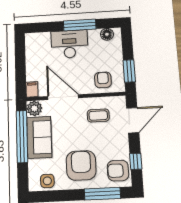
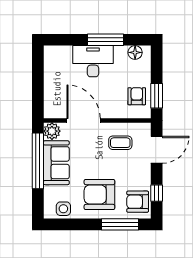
armchair: (103, 80) -> (137, 96), moved
filing cabinet: (32, 89) -> (50, 110), removed
armchair: (81, 165) -> (99, 195), turned -90

